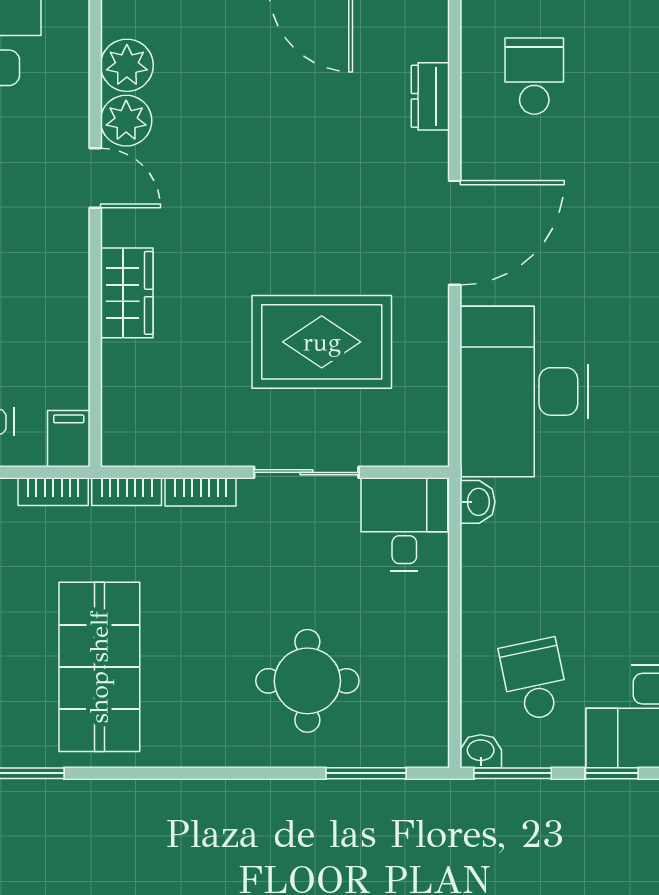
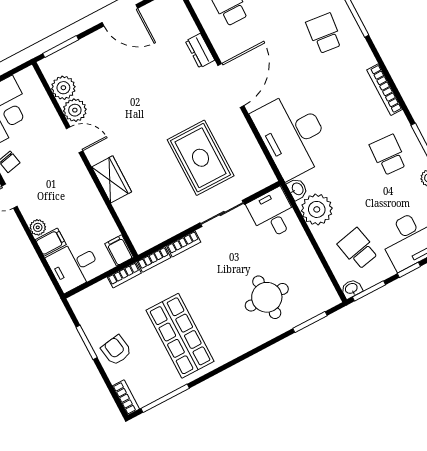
dresser: (430, 96) -> (200, 51), moved
rug: (322, 342) -> (201, 158), turned 90
plant: (494, 561) -> (317, 209), added

